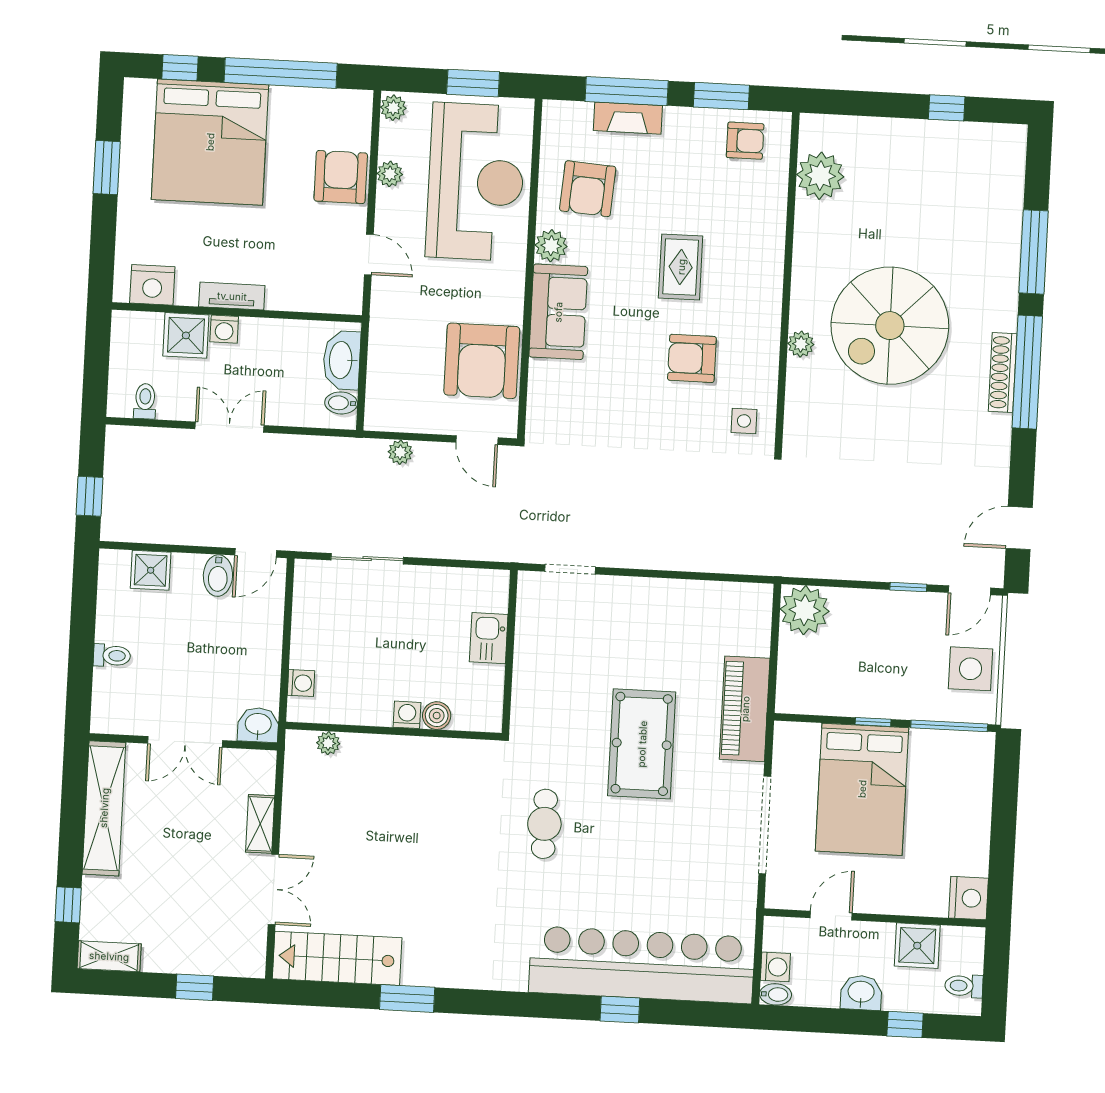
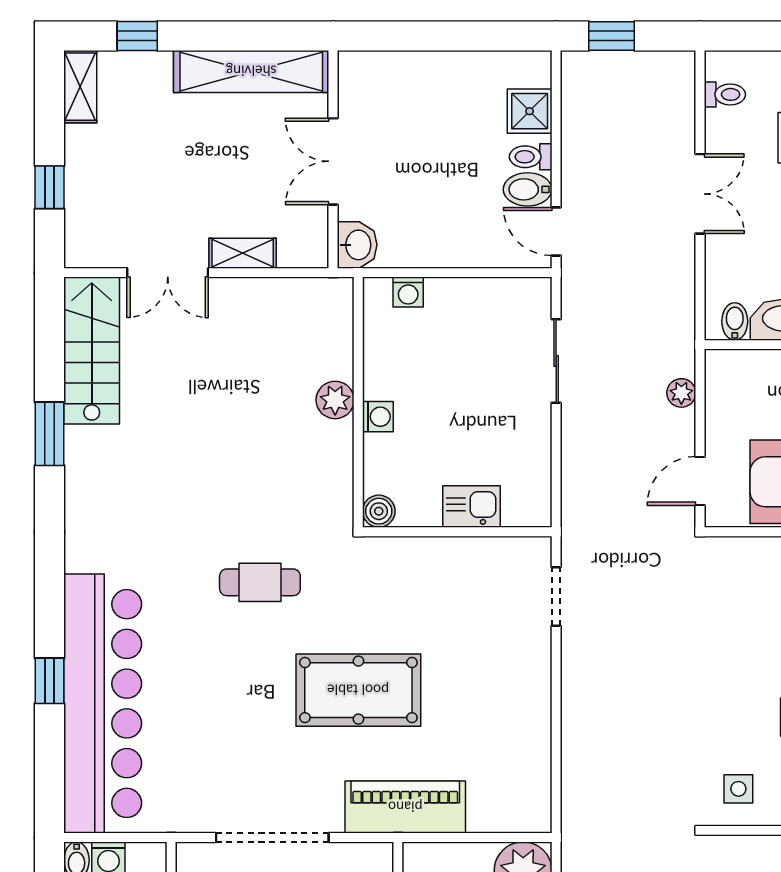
toilet: (112, 656) -> (531, 157), moved, turned 90
boiler: (437, 716) -> (379, 511), moved
plant: (328, 743) -> (335, 400), moved, width x1.38, depth x1.38

